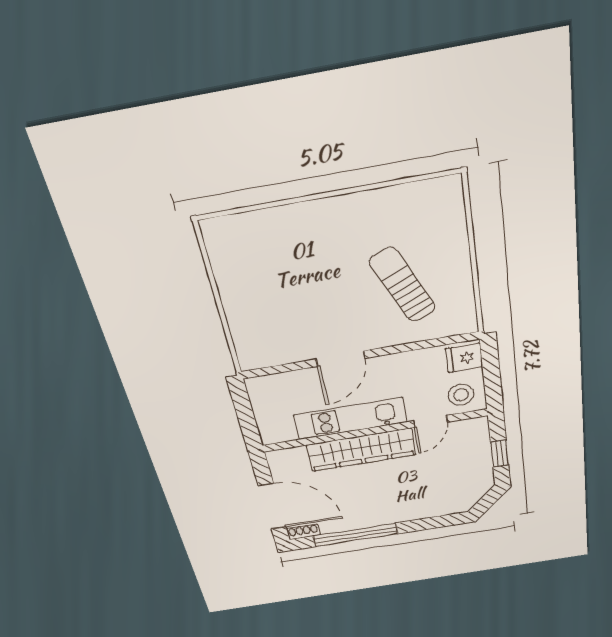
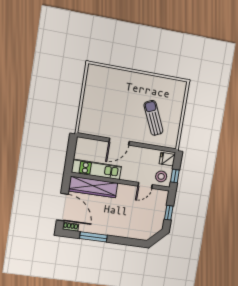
window: (493, 385) -> (175, 176), added
kitchen unit: (350, 419) -> (96, 169), moved
wardrobe: (361, 450) -> (93, 187), moved
window: (356, 535) -> (93, 237), width x0.68

